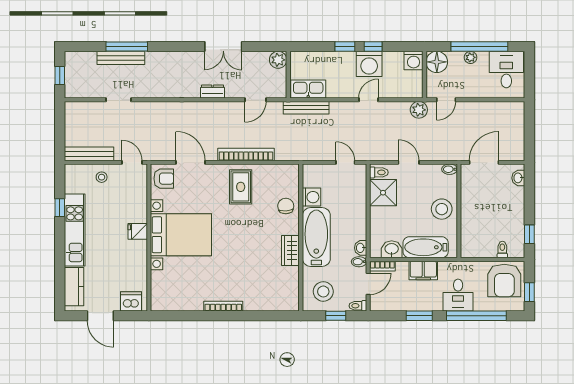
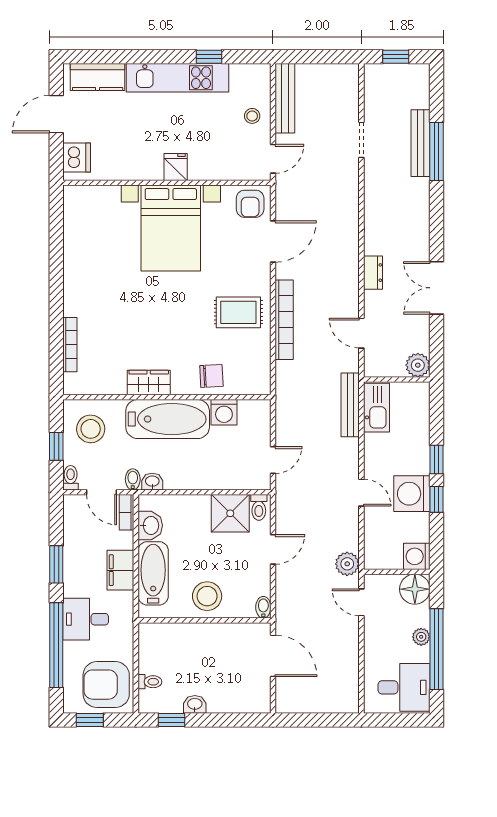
washbasin: (518, 178) -> (195, 704), moved
bookcase: (223, 306) -> (70, 345), moved

